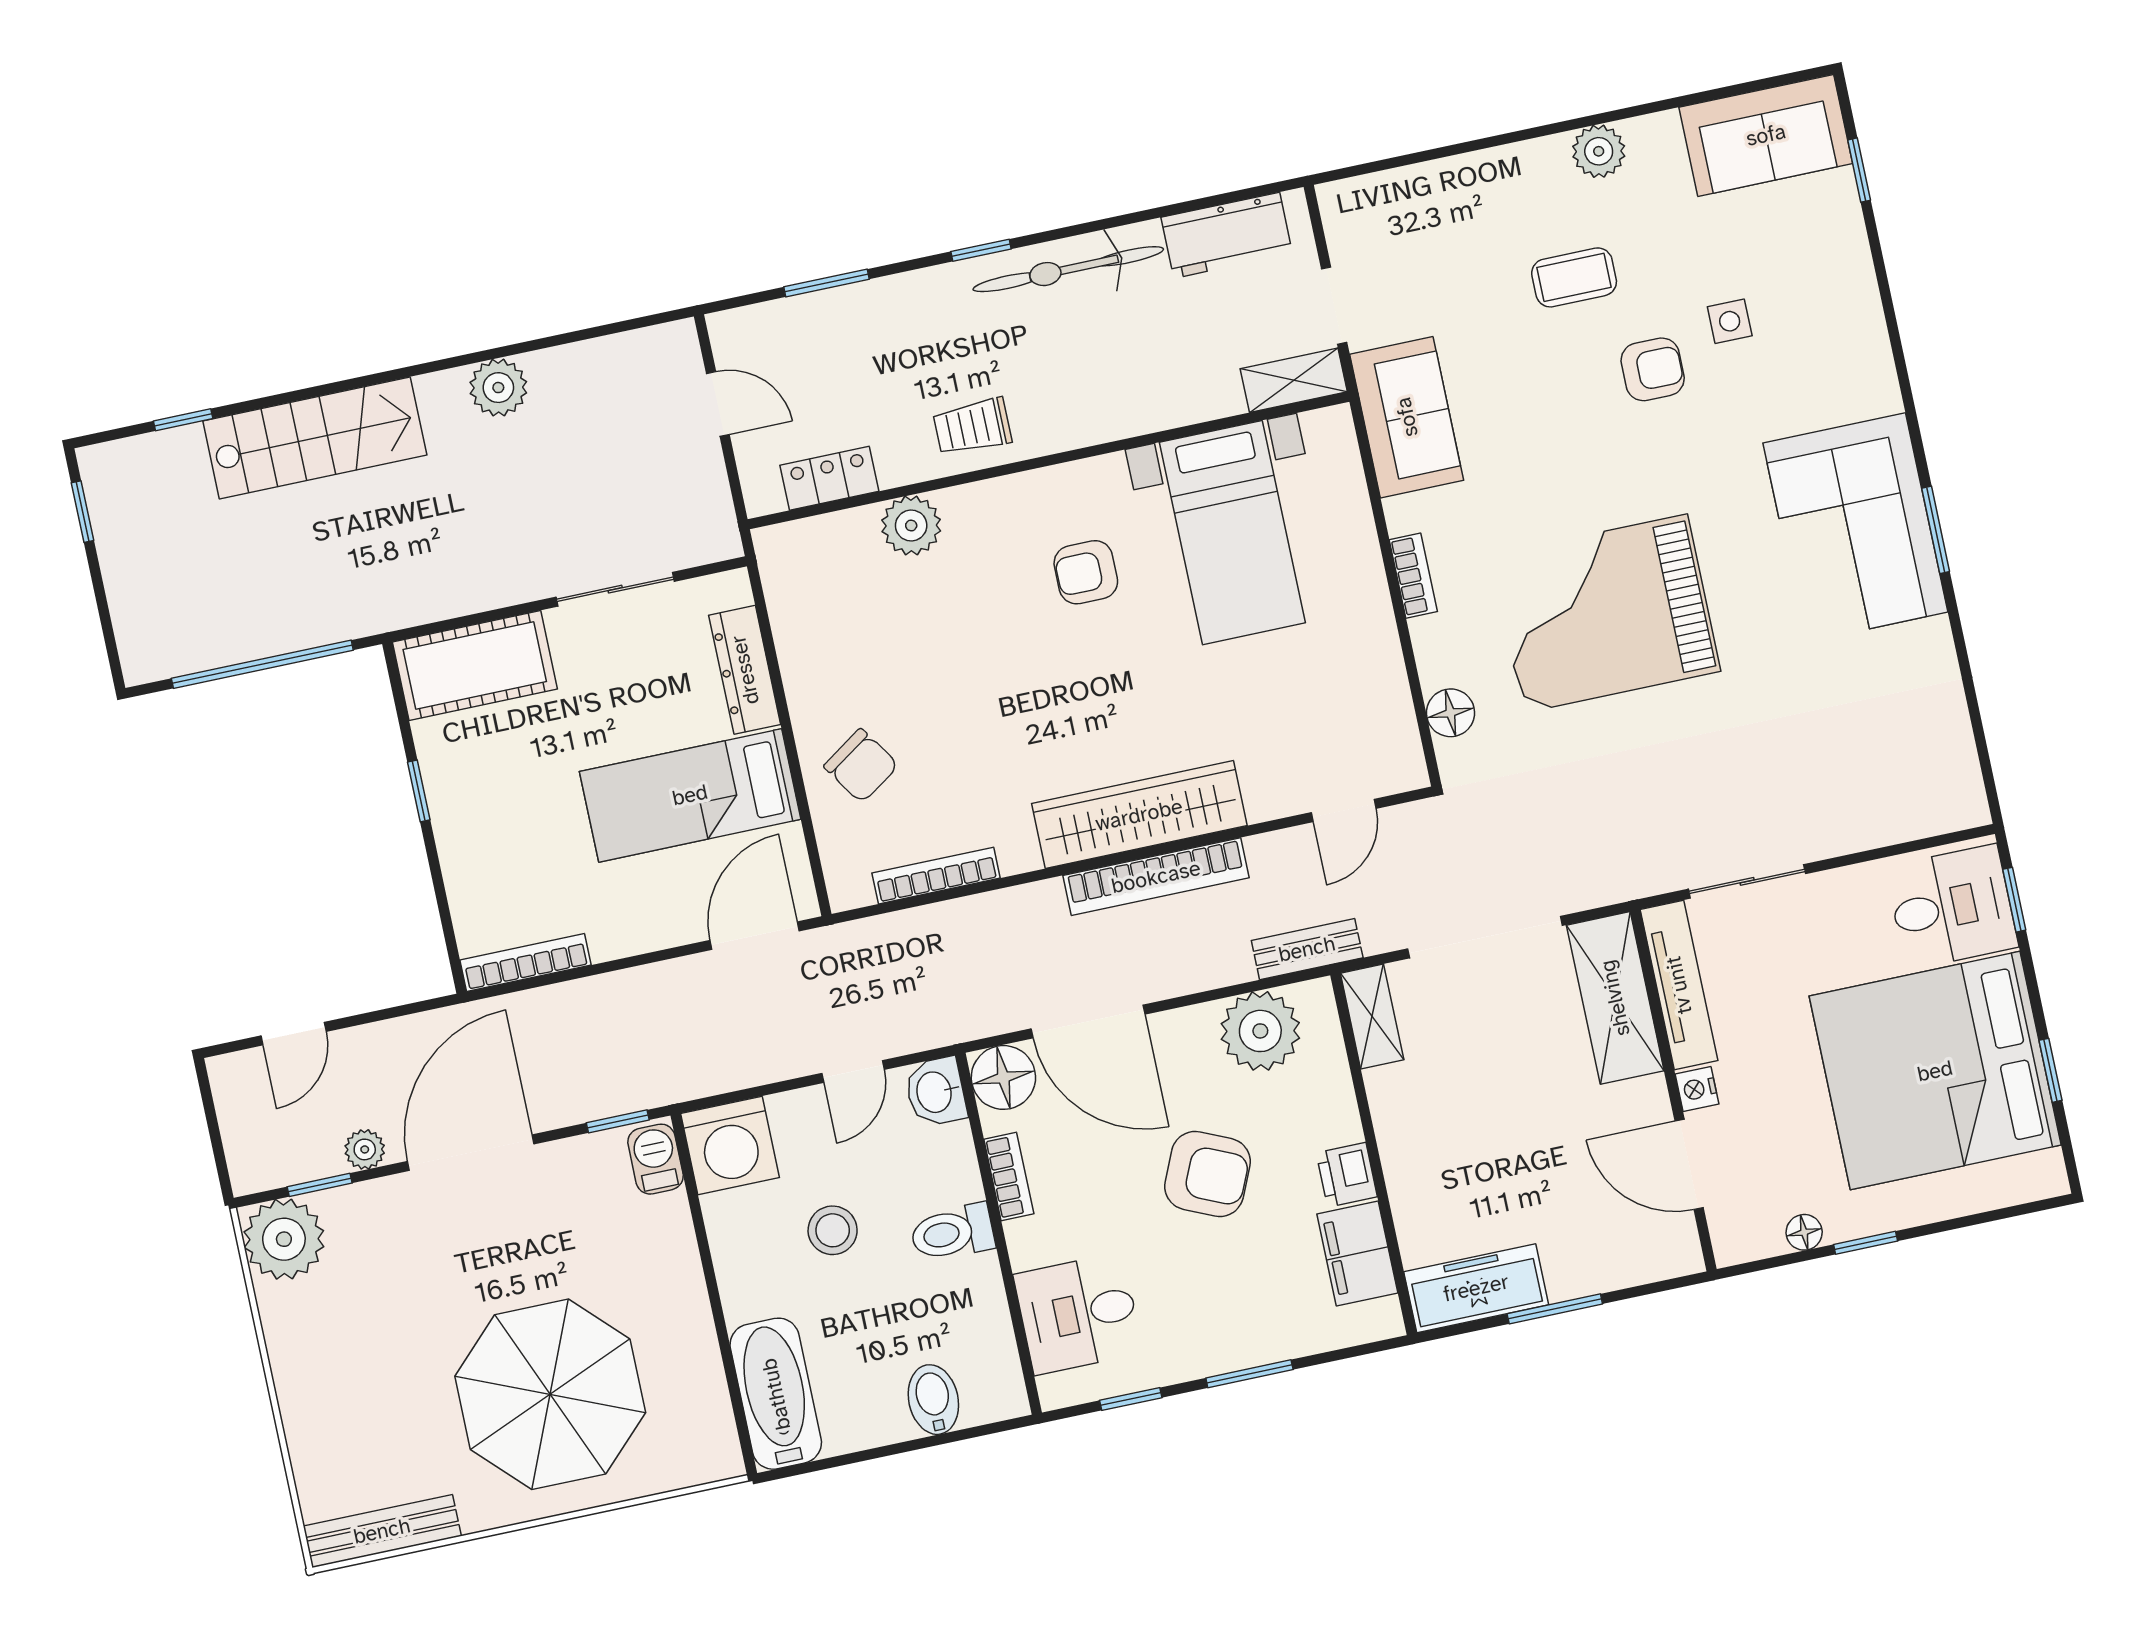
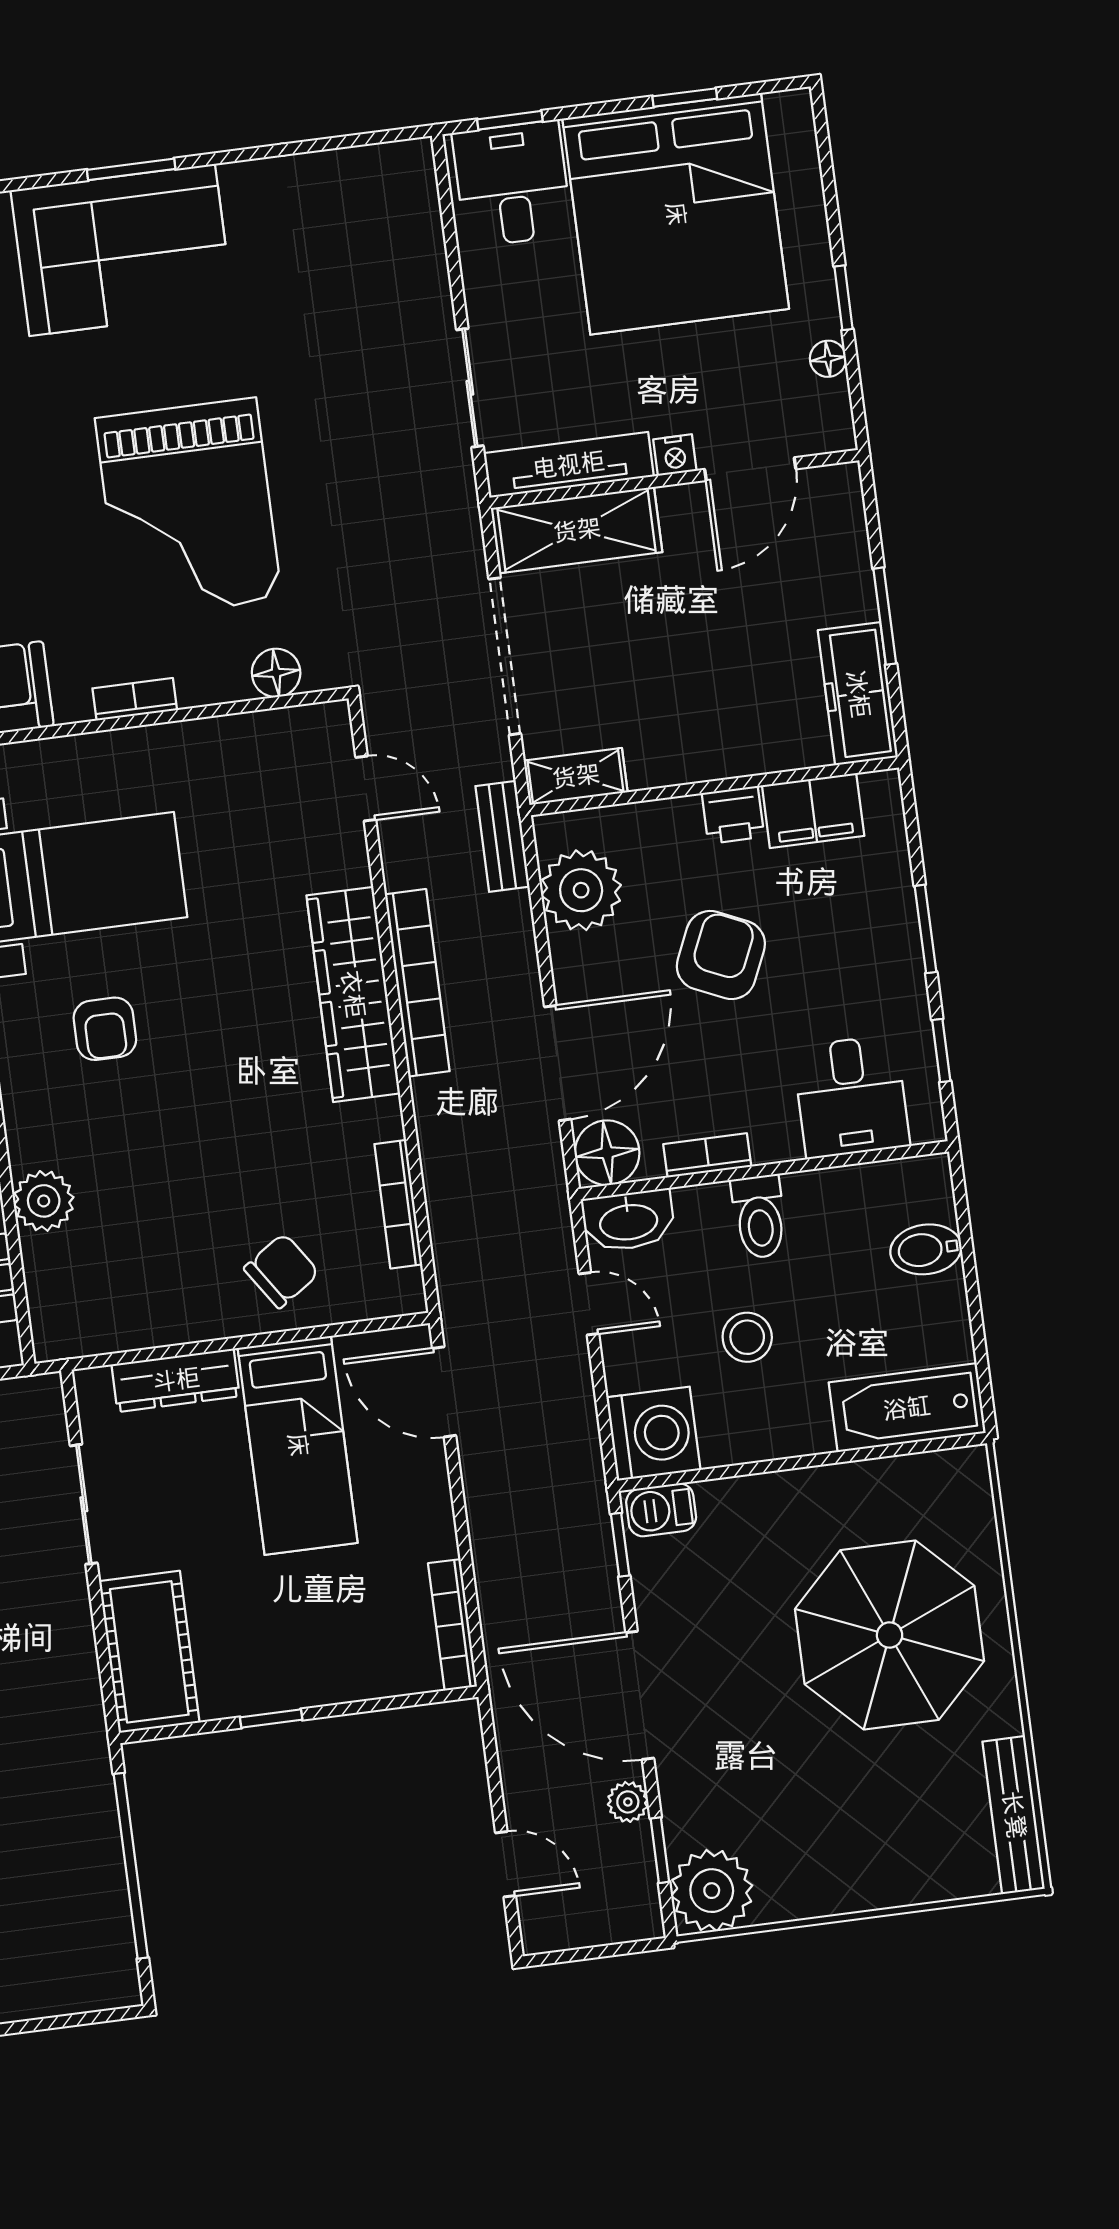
washbasin: (936, 1092) -> (628, 1221), width x1.38

